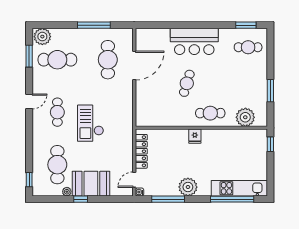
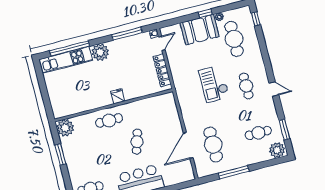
cafe table: (57, 60) -> (258, 133), width x0.73, depth x0.74
door: (29, 101) -> (274, 89), swing flipped
plant: (245, 117) -> (65, 128), moved
checkout: (91, 123) -> (214, 84), turned 180
window: (270, 144) -> (48, 106), removed
plant: (188, 187) -> (100, 52), moved

